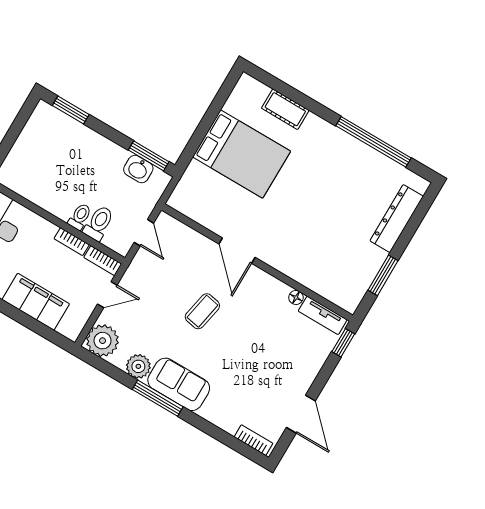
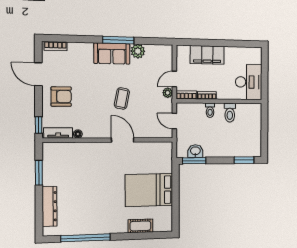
toilet: (99, 223) -> (230, 113), moved
plant: (103, 341) -> (168, 93), moved, width x0.53, depth x0.53
armchair: (288, 364) -> (61, 97), added

